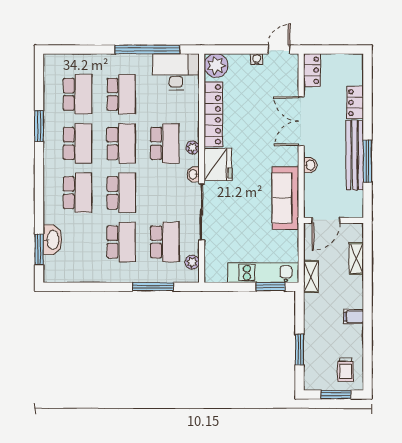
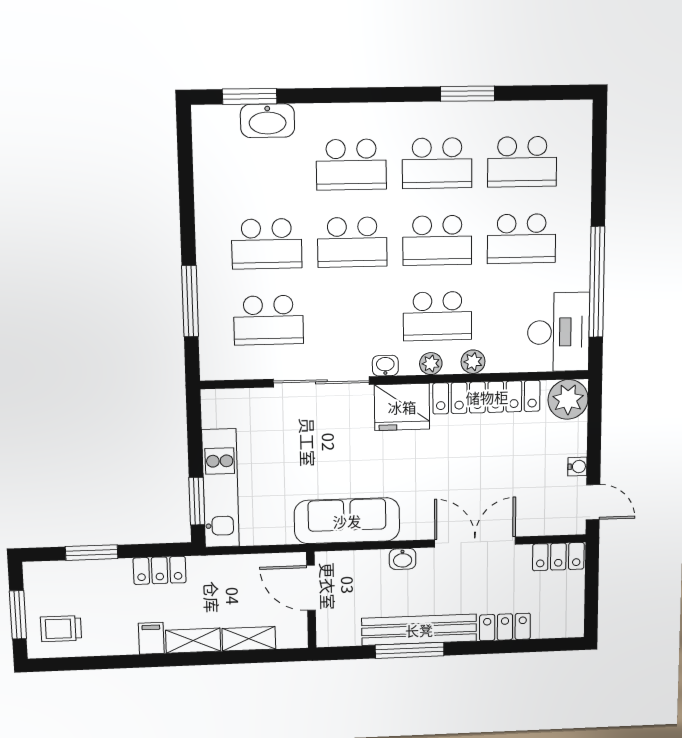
plant: (192, 262) -> (473, 362), moved
shelving: (311, 276) -> (193, 641), moved
locker: (312, 310) -> (160, 570), added

